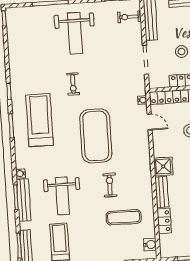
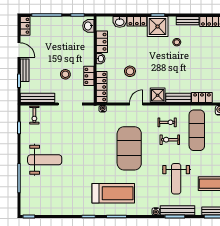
exercise bike: (73, 84) -> (167, 122), moved
treadmill: (40, 120) -> (113, 193), turned 180
door: (150, 122) -> (136, 104), moved
exercise mat: (96, 136) -> (129, 148), turned 90
weight bench: (62, 196) -> (176, 179), turned 90
exercise mat: (124, 217) -> (197, 130), width x1.36, depth x1.45

